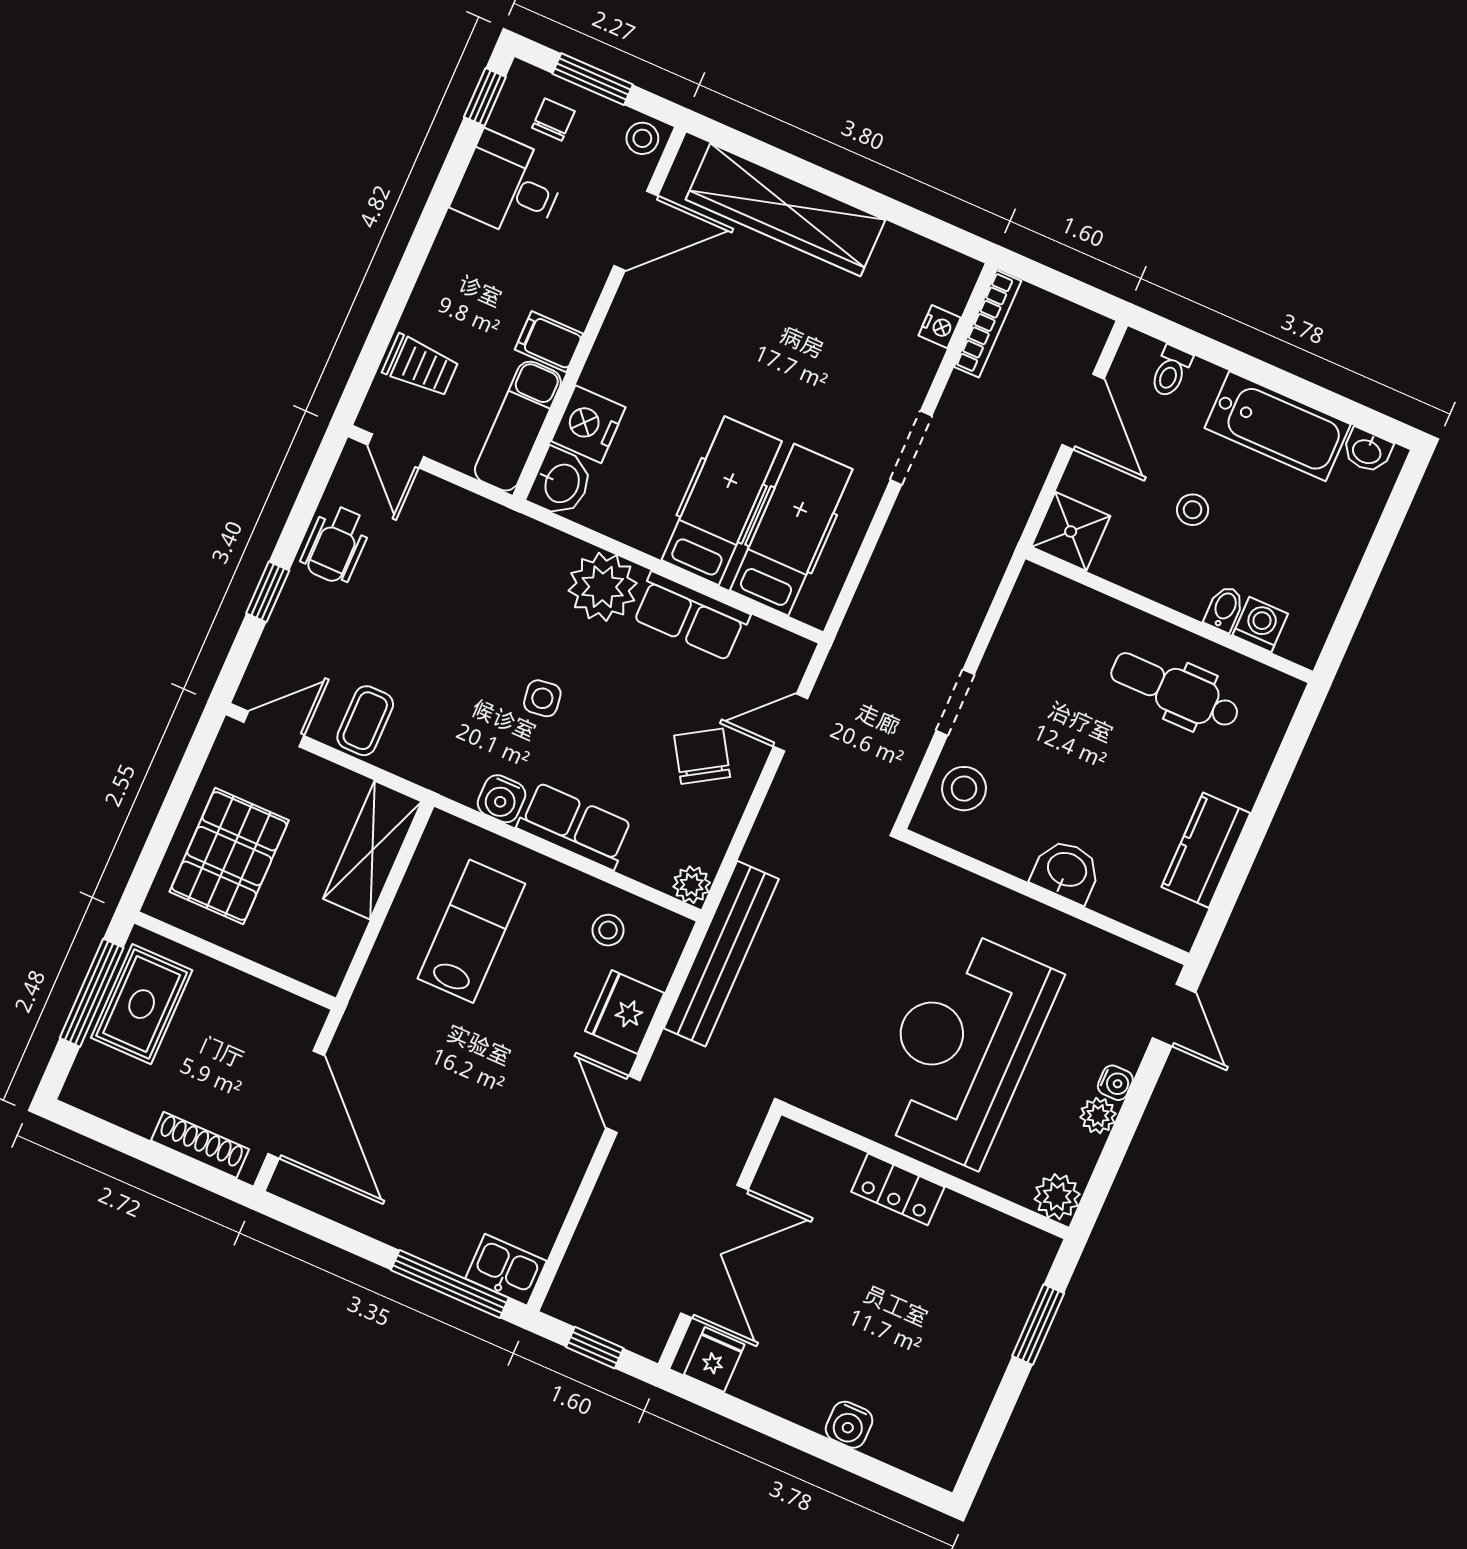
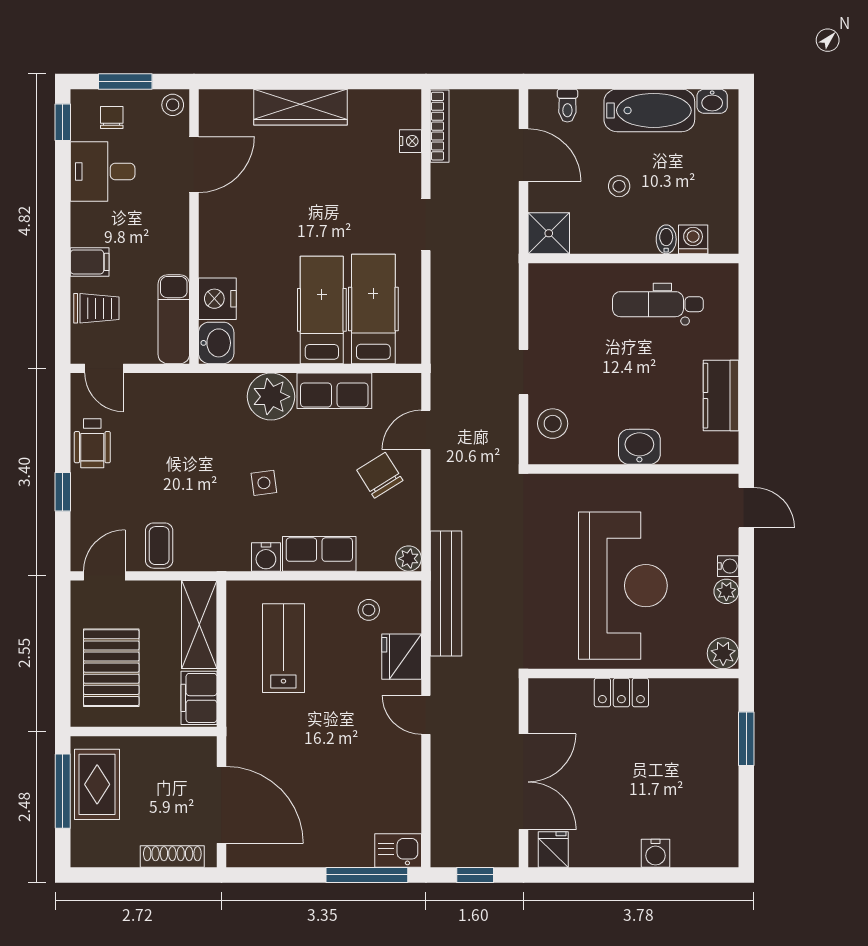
wardrobe: (785, 210) -> (300, 107), width x0.71, depth x0.85
filing cabinet: (549, 342) -> (90, 262), moved, turned 180
filing cabinet: (329, 948) -> (199, 698), added
reception desk: (963, 1047) -> (623, 586), turned 180

